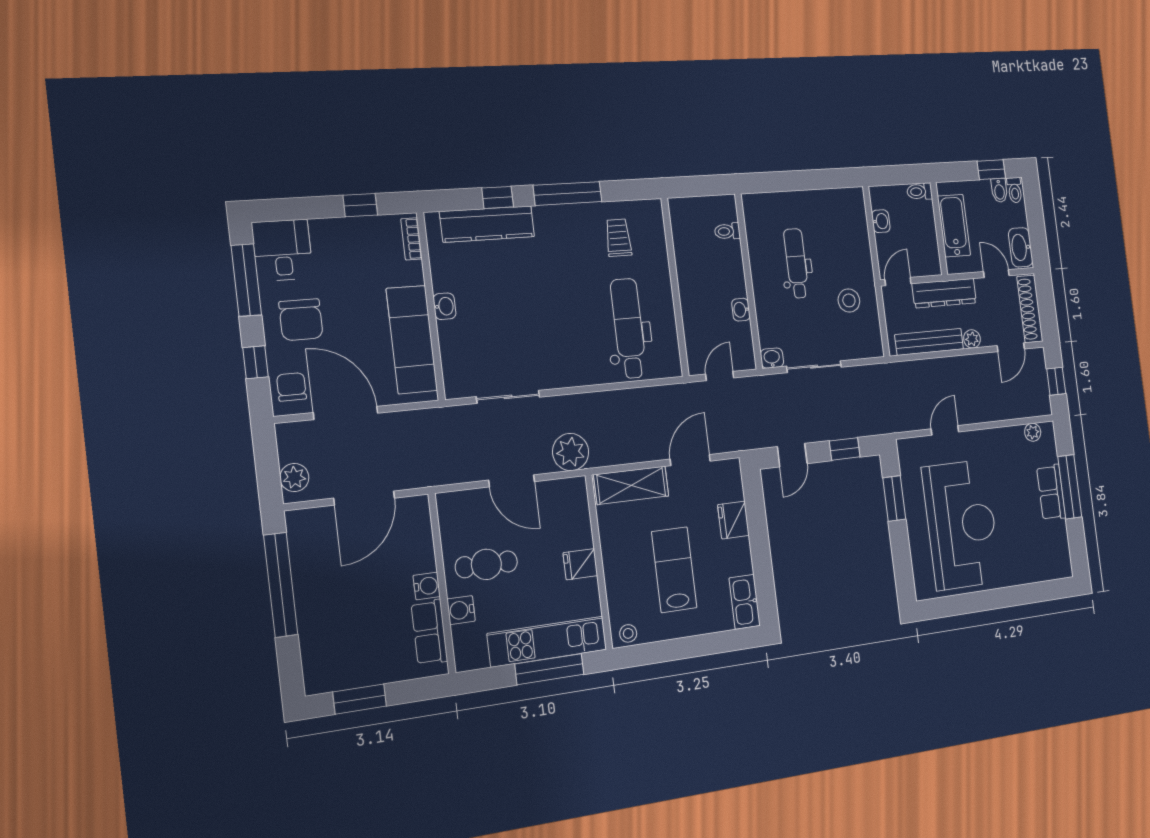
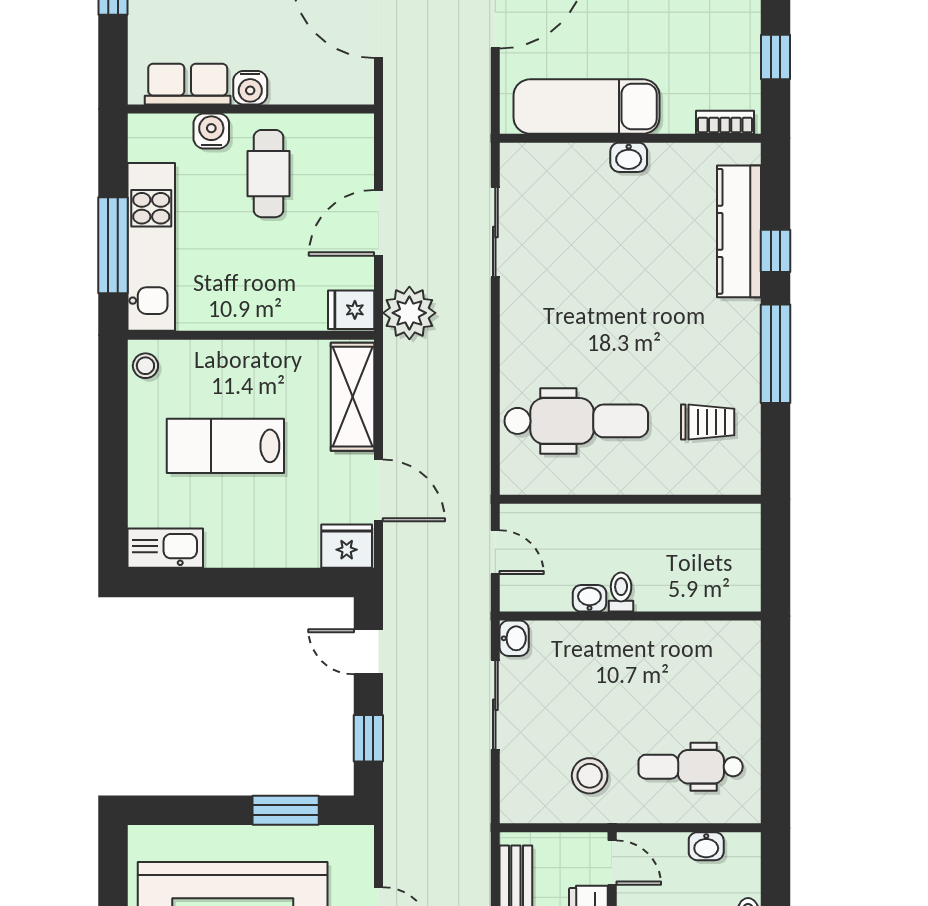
toilet: (727, 231) -> (621, 592), moved
dental chair: (796, 263) -> (691, 767), moved, turned 180
fridge: (733, 520) -> (347, 546), moved
fridge: (580, 564) -> (351, 310), moved, turned -90
lab bench: (674, 570) -> (225, 446), turned 180

